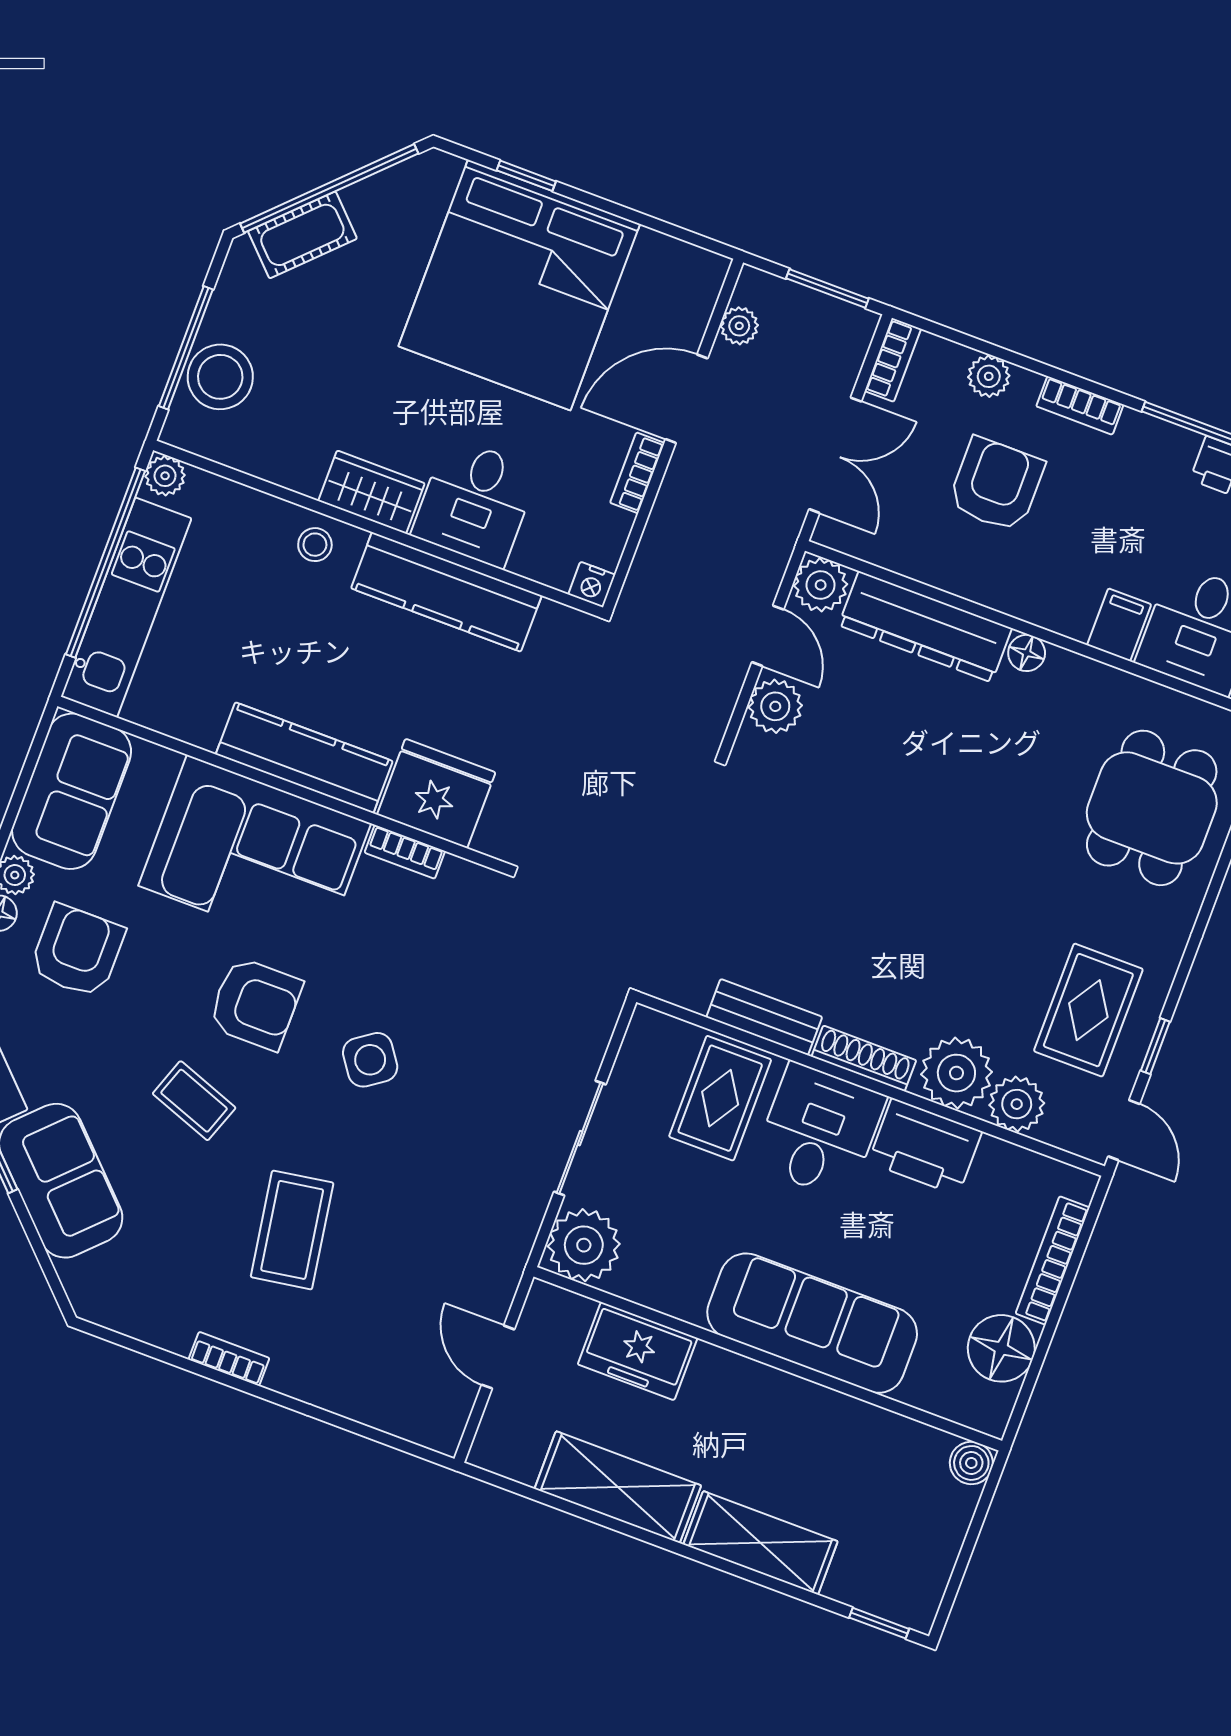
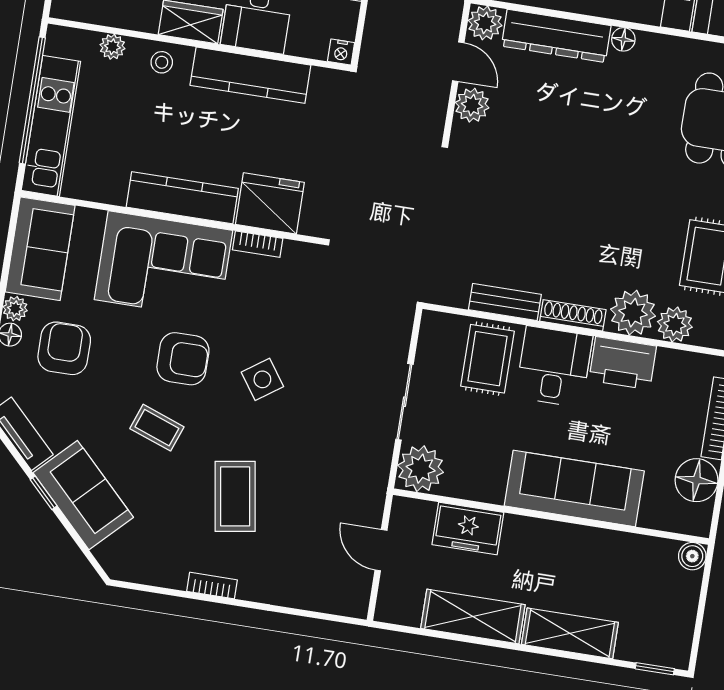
plant: (165, 476) -> (112, 47), moved

